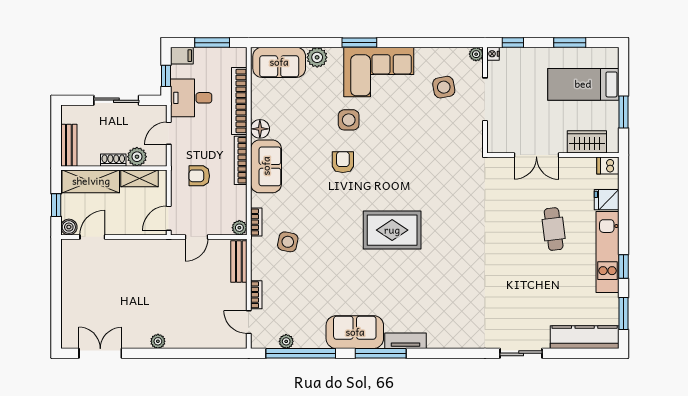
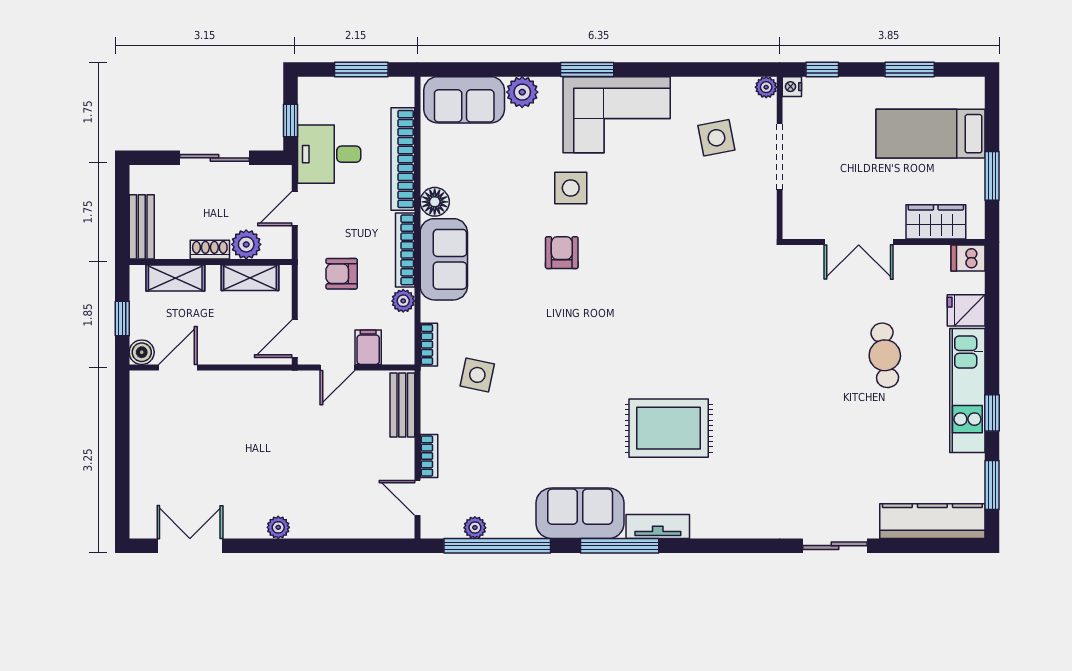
filing cabinet: (182, 56) -> (368, 347), moved, turned -90
shelving: (91, 181) -> (175, 278), width x0.67, depth x0.75
plant: (239, 228) -> (403, 301), moved
rug: (392, 230) -> (669, 428), moved

